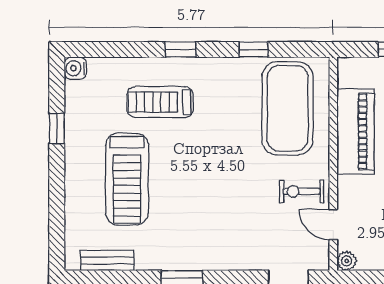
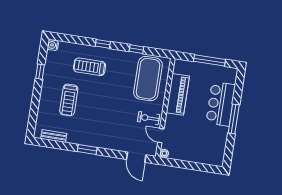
treadmill: (127, 179) -> (69, 100), width x0.73, depth x0.73

